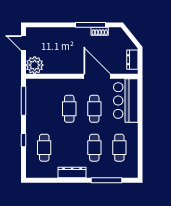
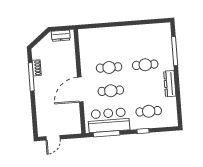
plant: (35, 65) -> (73, 126), removed
door: (97, 76) -> (80, 90), moved
bar counter: (126, 101) -> (109, 120), moved, turned 180
cafe table: (119, 148) -> (143, 41), removed

